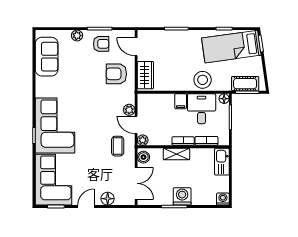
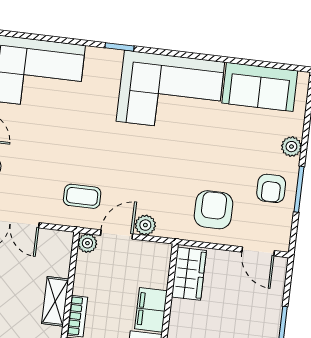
door: (136, 47) -> (258, 251), swing flipped
wardrobe: (145, 75) -> (189, 274), moved, turned -90
filing cabinet: (181, 101) -> (151, 310), width x2.00
corner sofa: (55, 125) -> (170, 92), moved
boiler: (143, 157) -> (56, 241), removed

